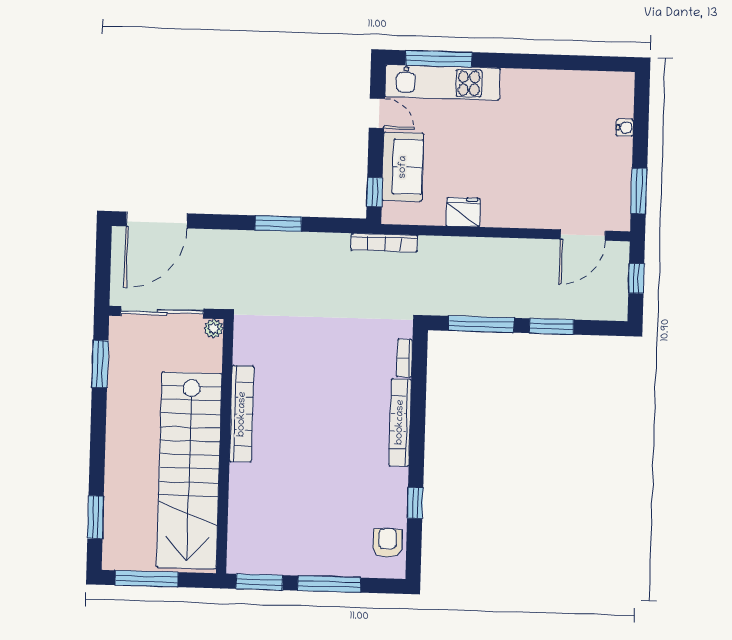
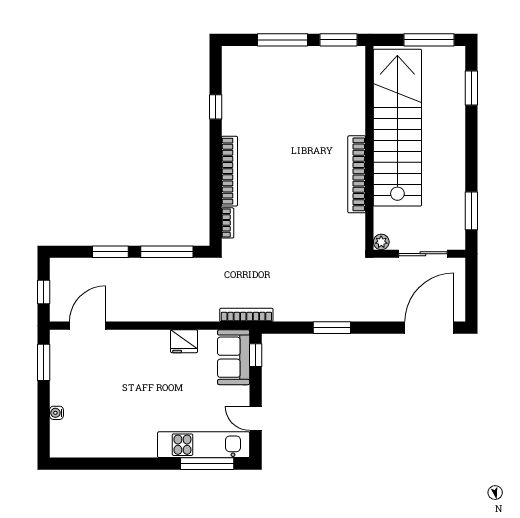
sofa: (403, 167) -> (234, 357), moved
sliding door: (162, 312) -> (423, 254), width x0.73
armchair: (387, 543) -> (237, 74), removed

